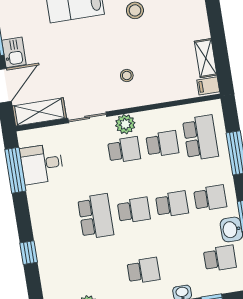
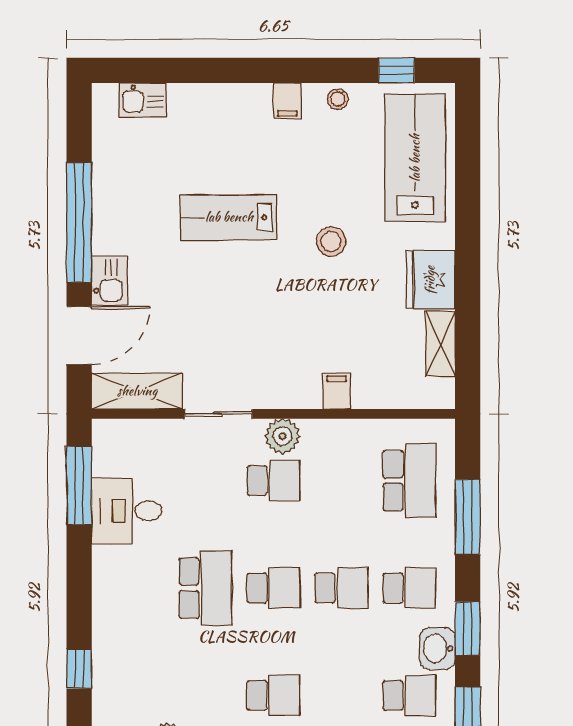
fridge: (194, 23) -> (430, 280), added
stool: (127, 75) -> (299, 352), removed
filing cabinet: (208, 86) -> (337, 391), moved, turned 90
school desk: (162, 144) -> (341, 481), removed
desk: (42, 164) -> (127, 511), moved
window: (29, 253) -> (79, 669), moved

